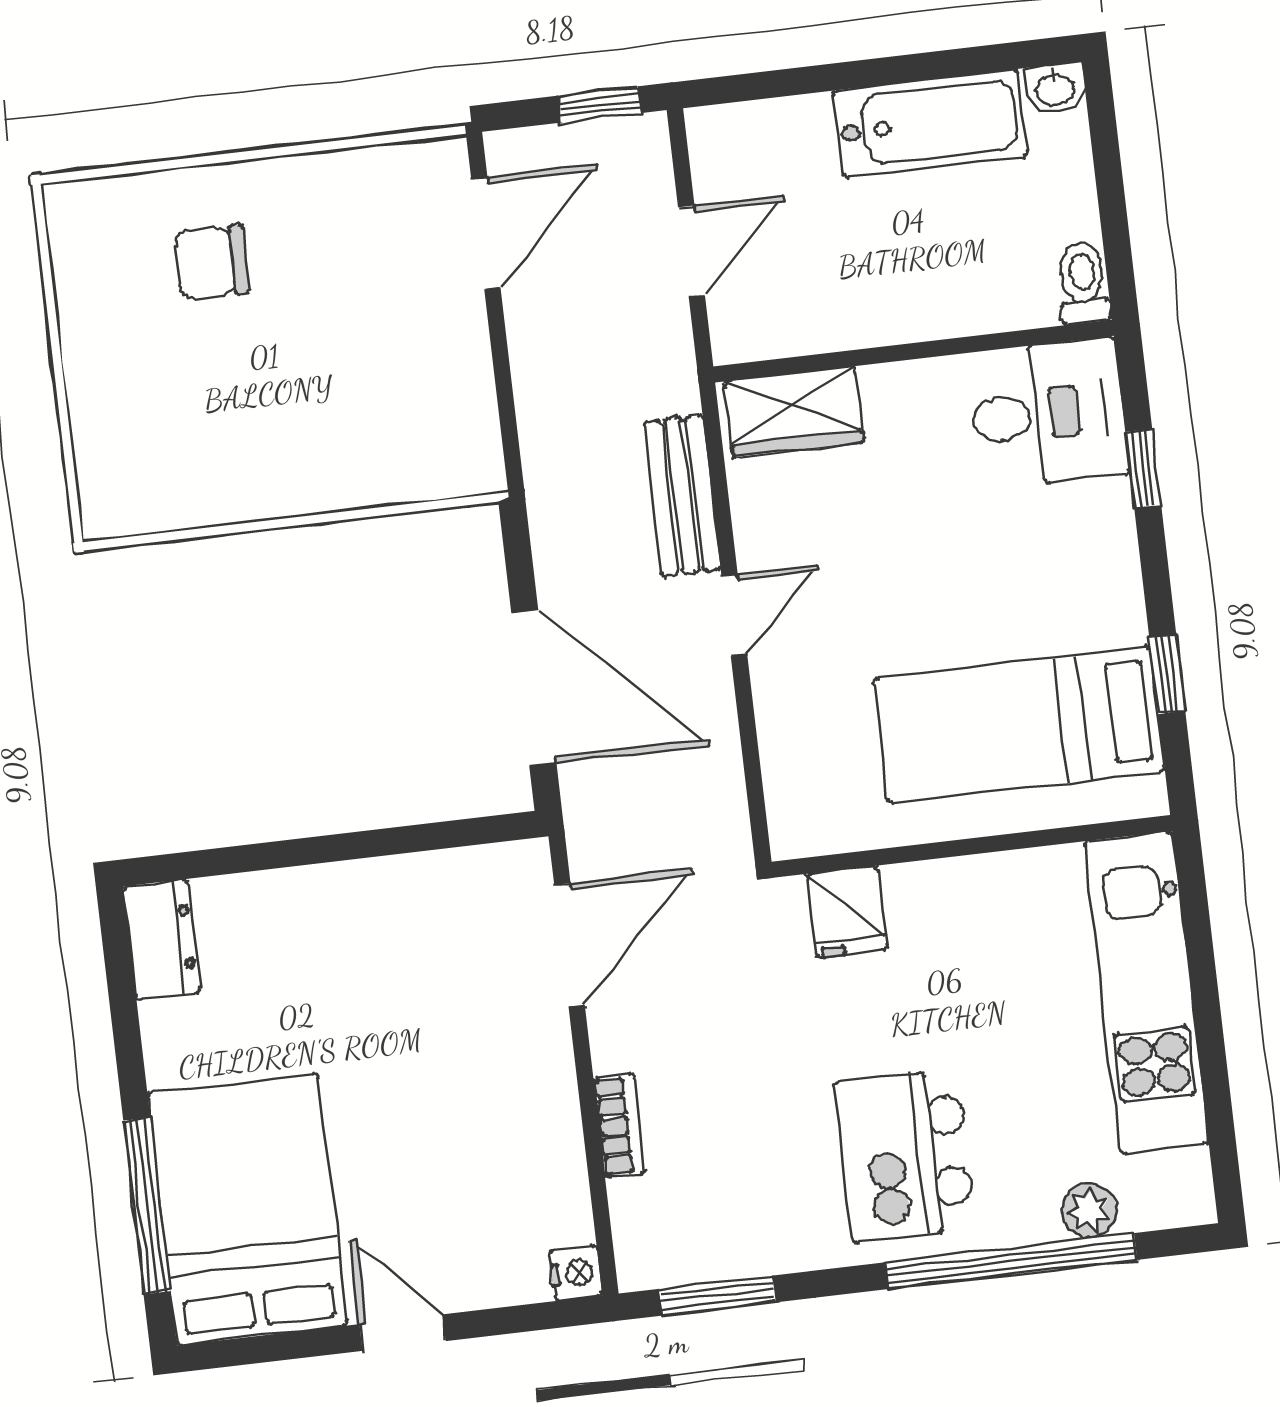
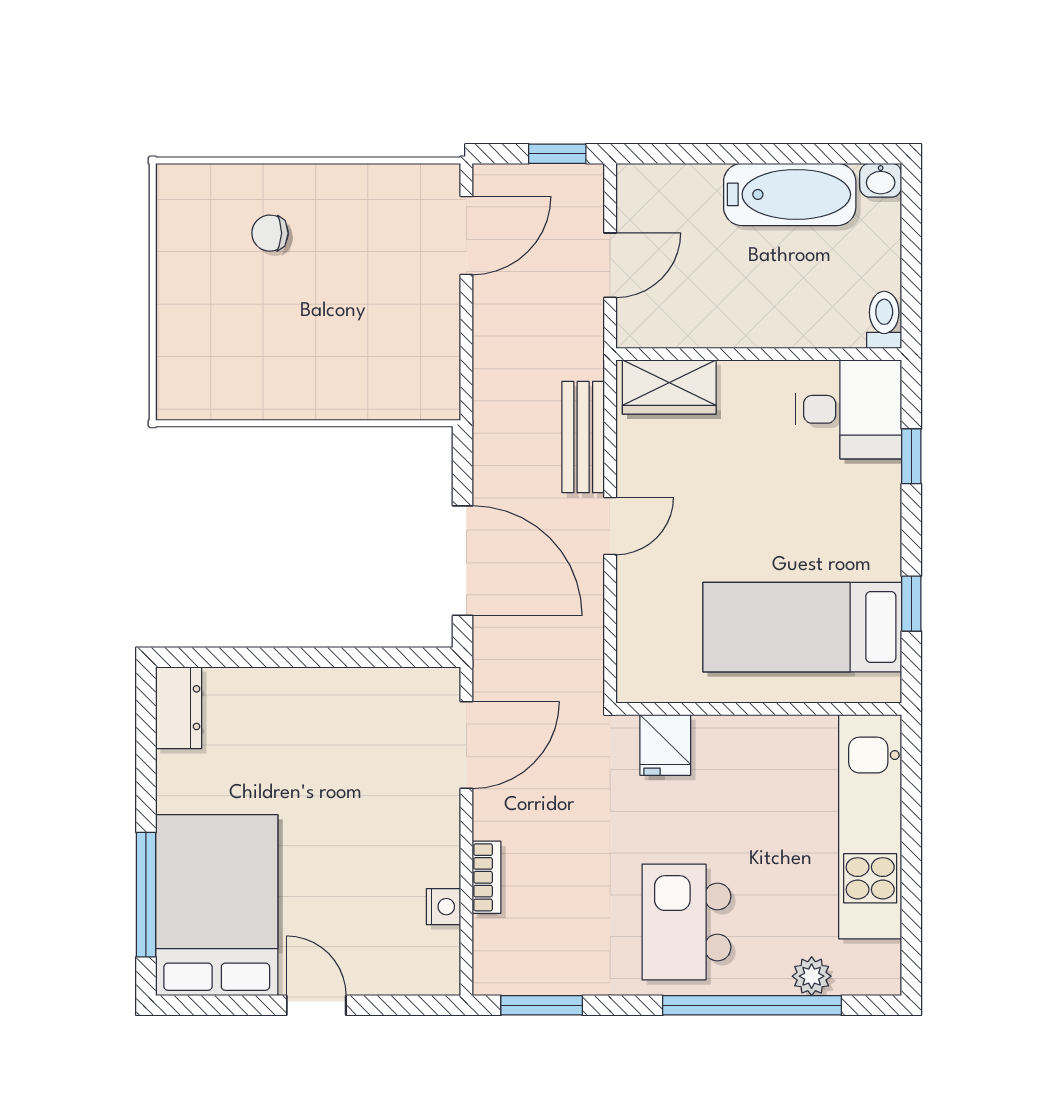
chair: (211, 262) -> (270, 233), width x0.73, depth x0.73
nightstand: (576, 1273) -> (443, 907), moved

